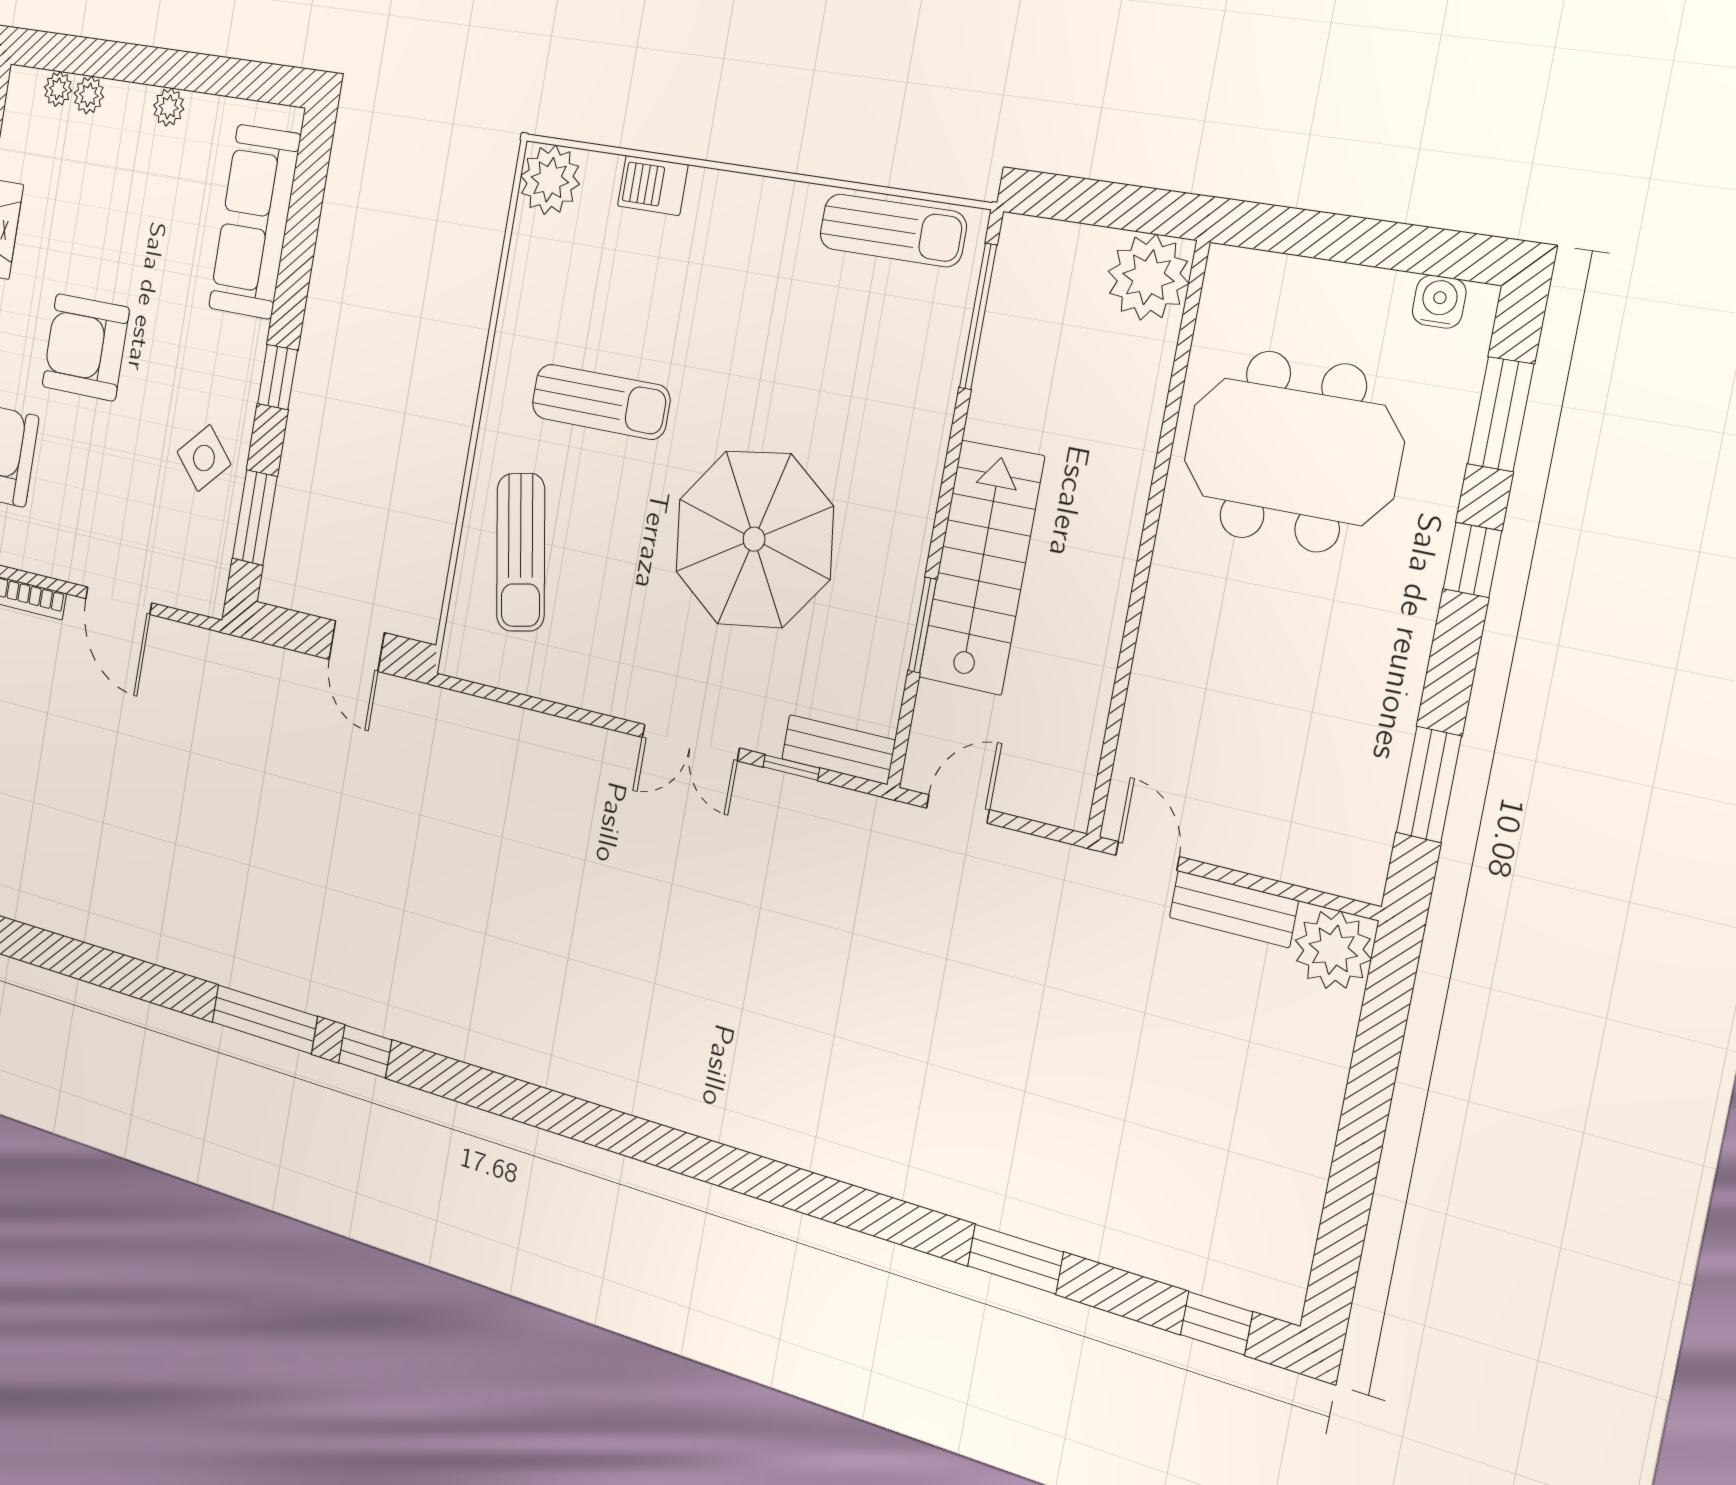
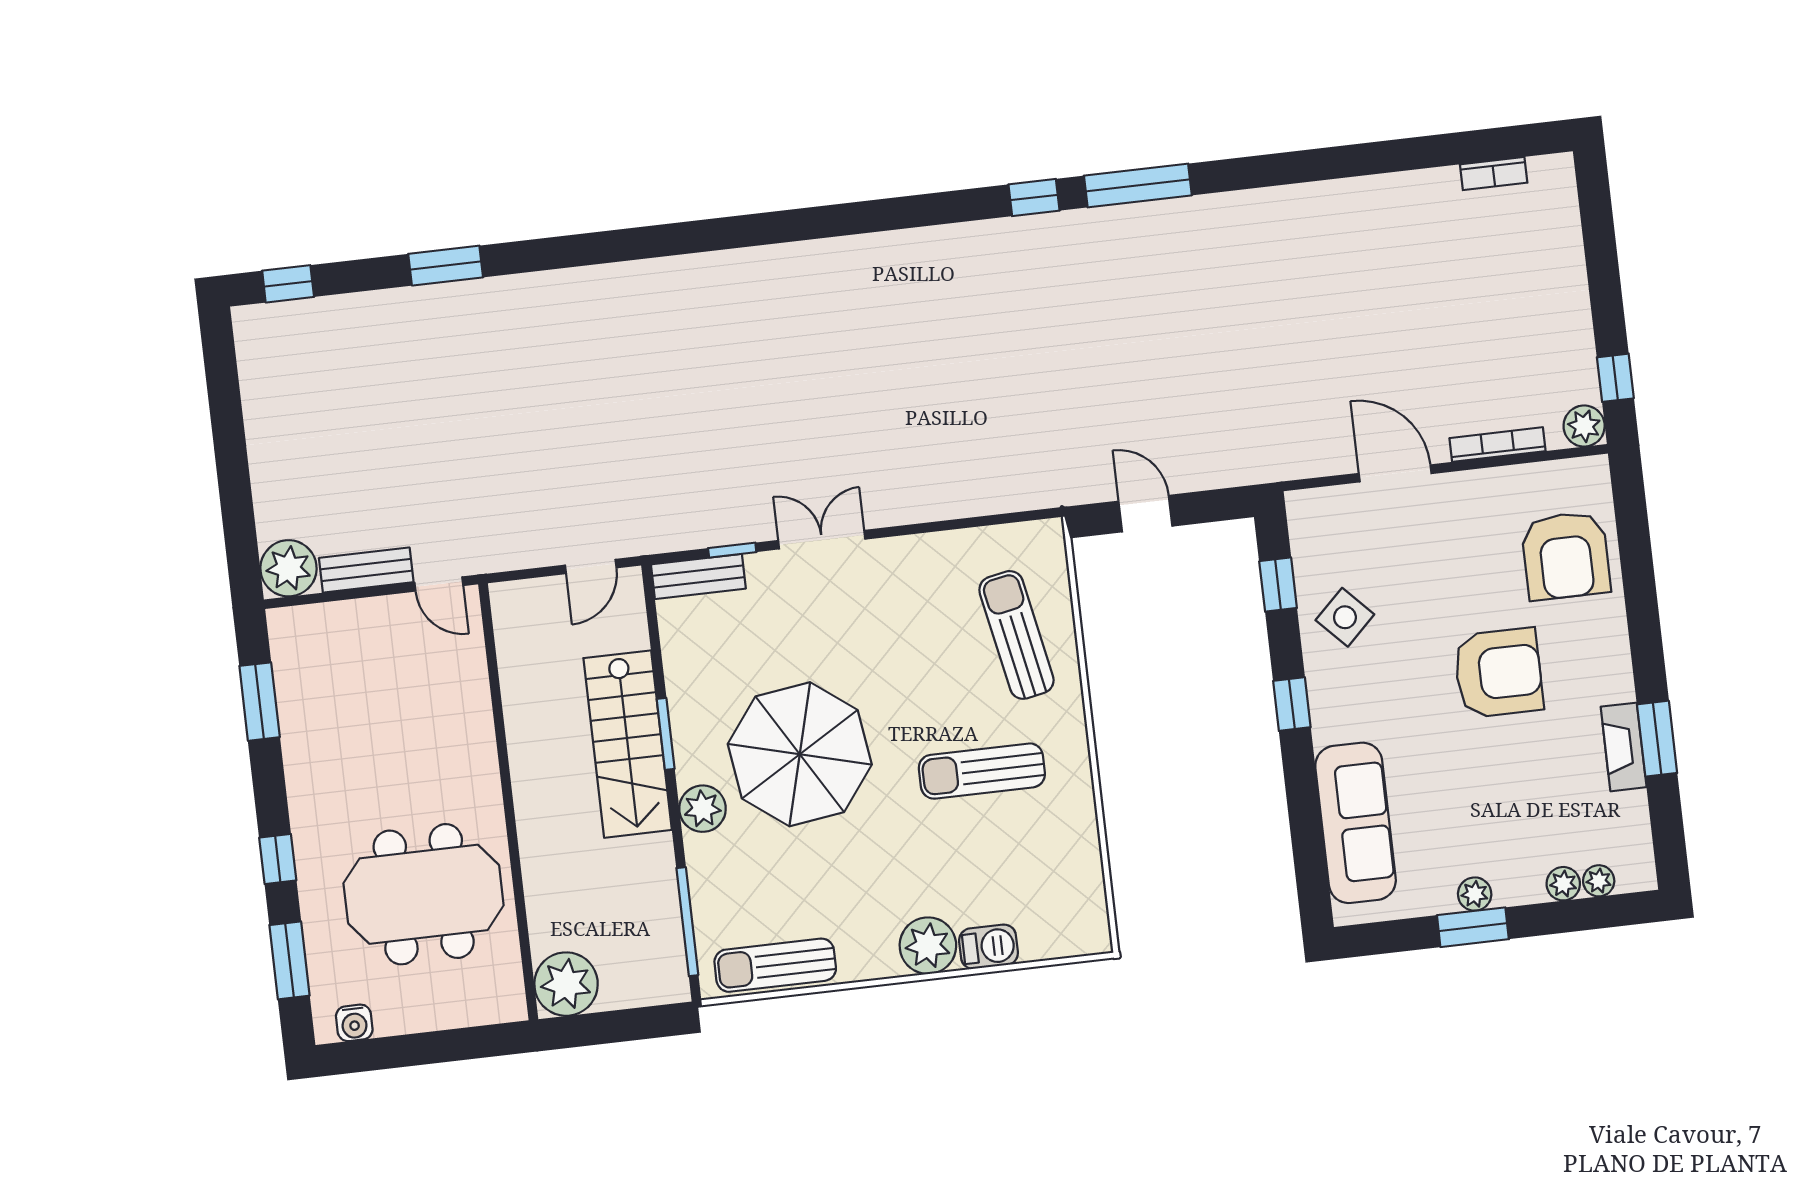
window: (180, 70) -> (1473, 927), added
plant: (550, 180) -> (928, 946), moved
plant: (918, 456) -> (702, 809), added
window: (255, 517) -> (1278, 585), width x0.67
parasol: (754, 539) -> (800, 754), moved
window: (922, 625) -> (666, 734), moved

